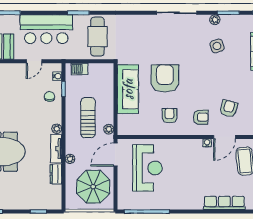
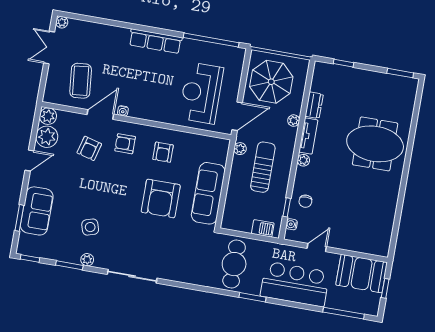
sun lounger: (88, 118) -> (263, 167), turned 180
row of seats: (224, 203) -> (155, 41), moved

